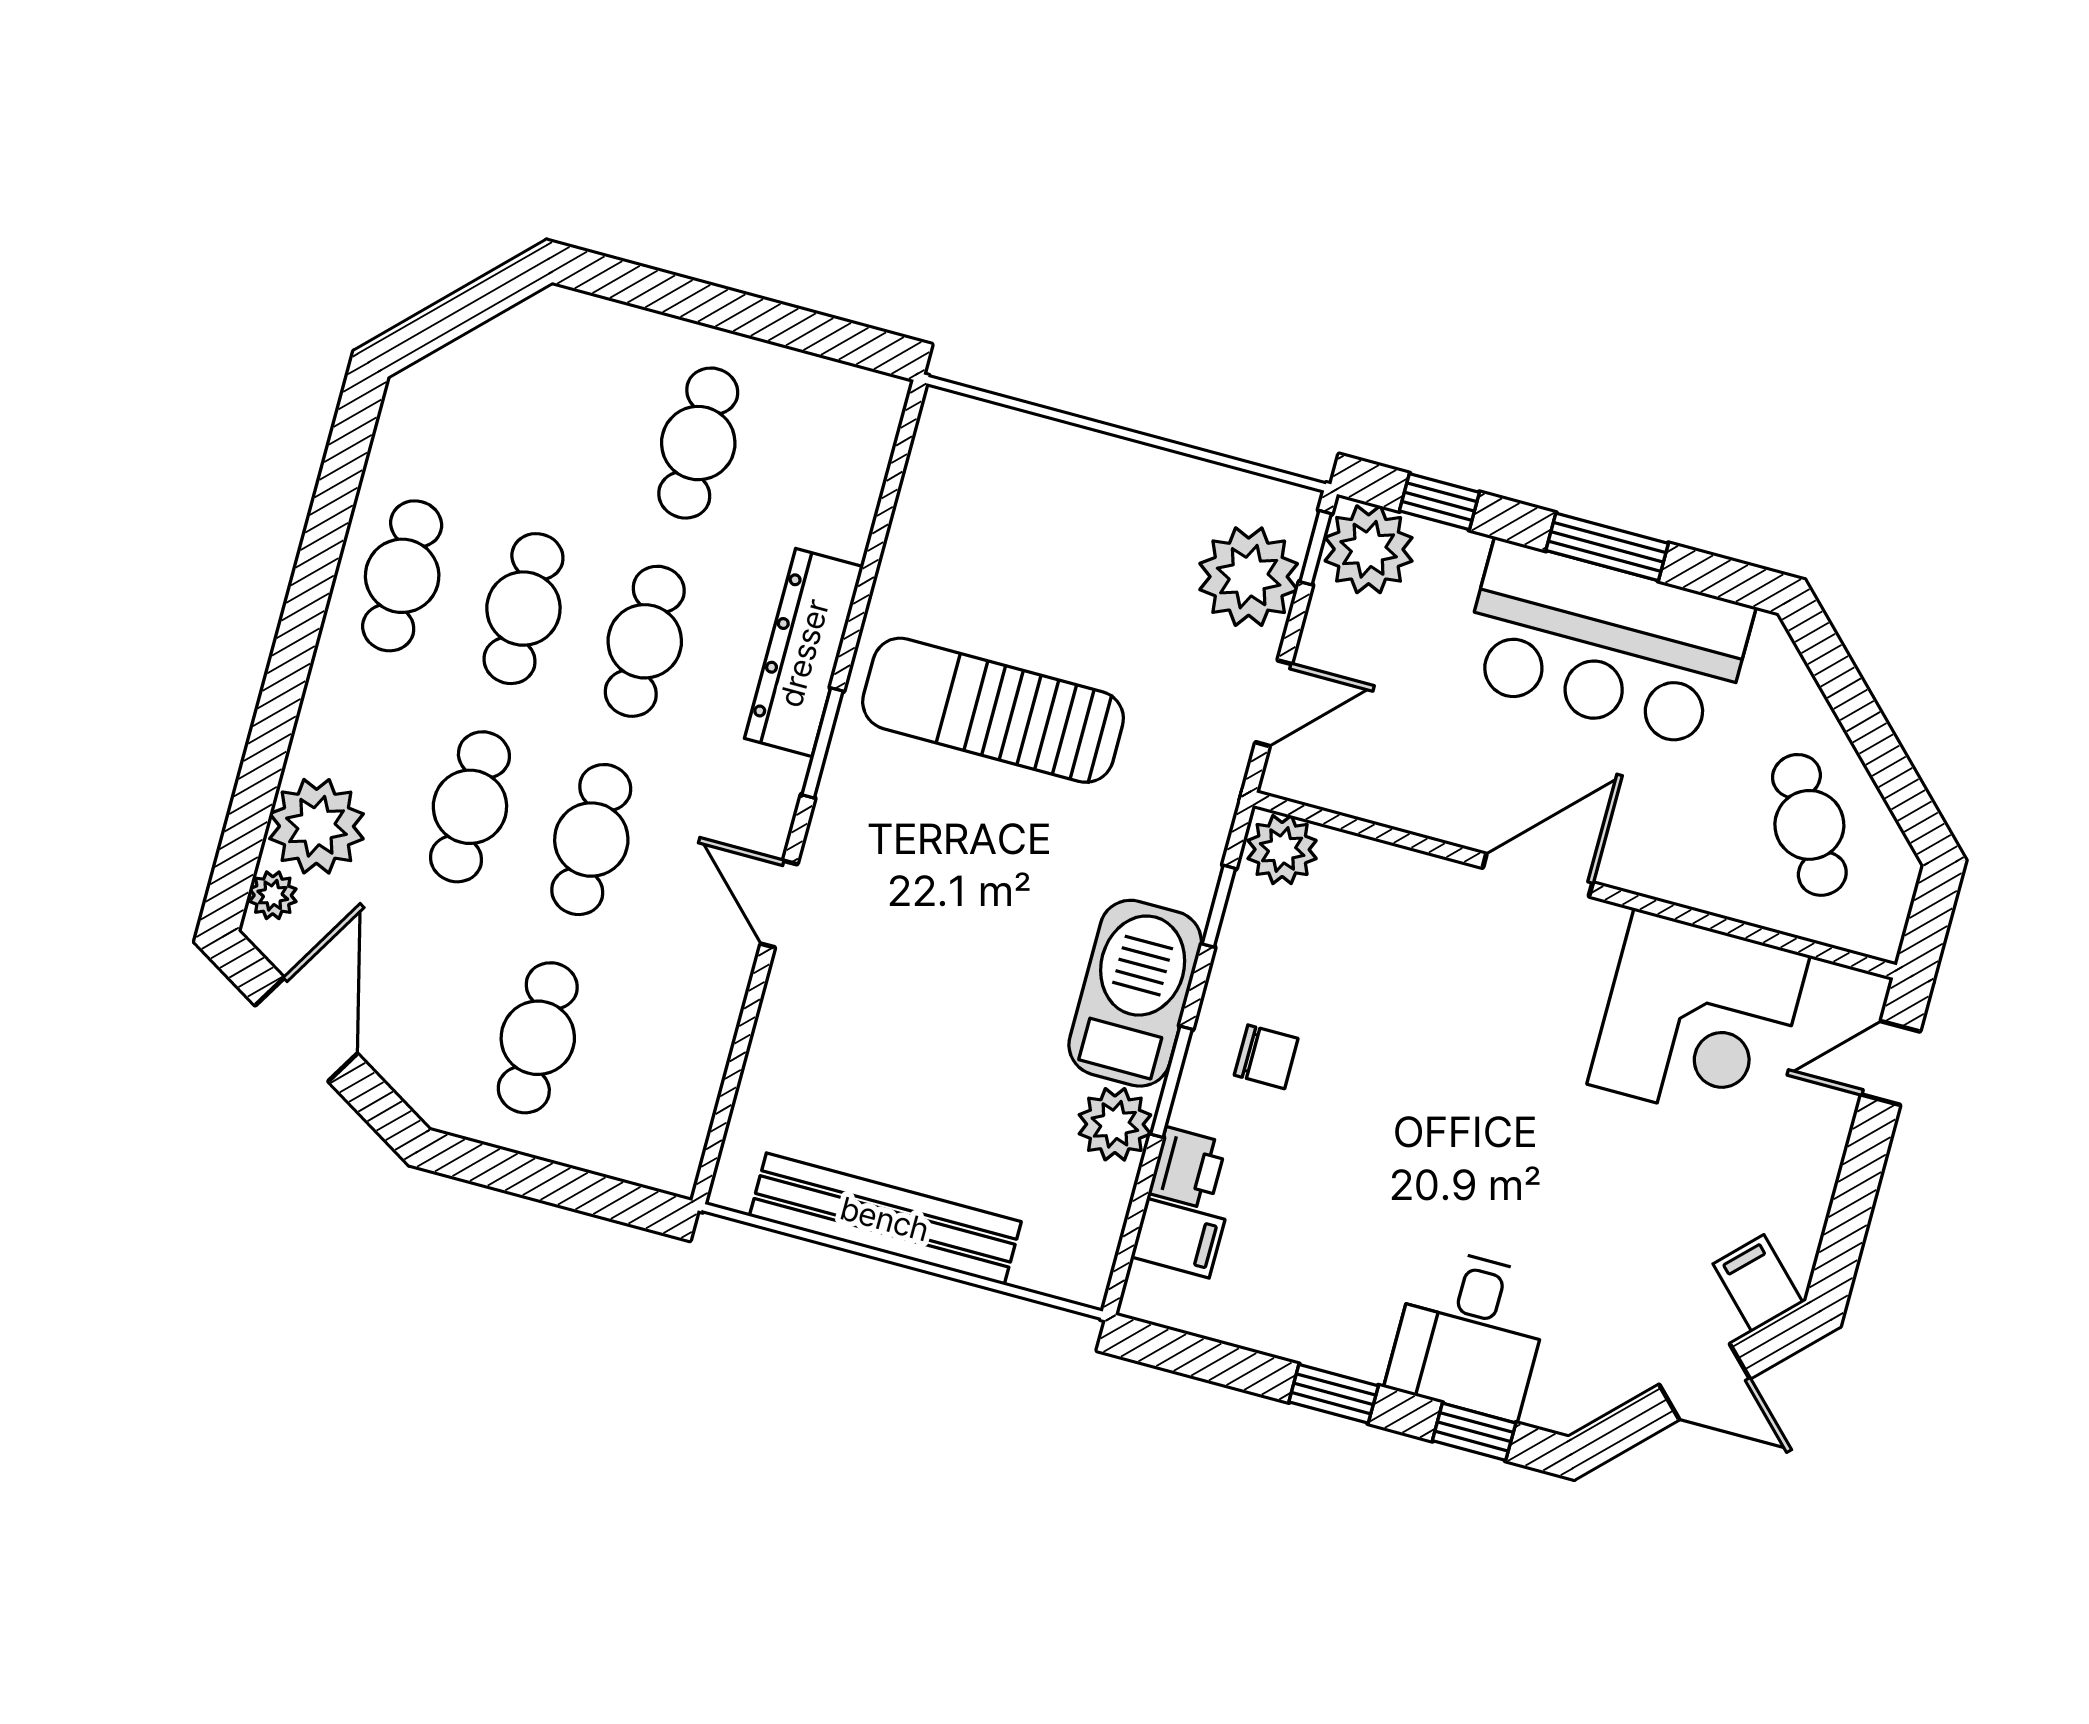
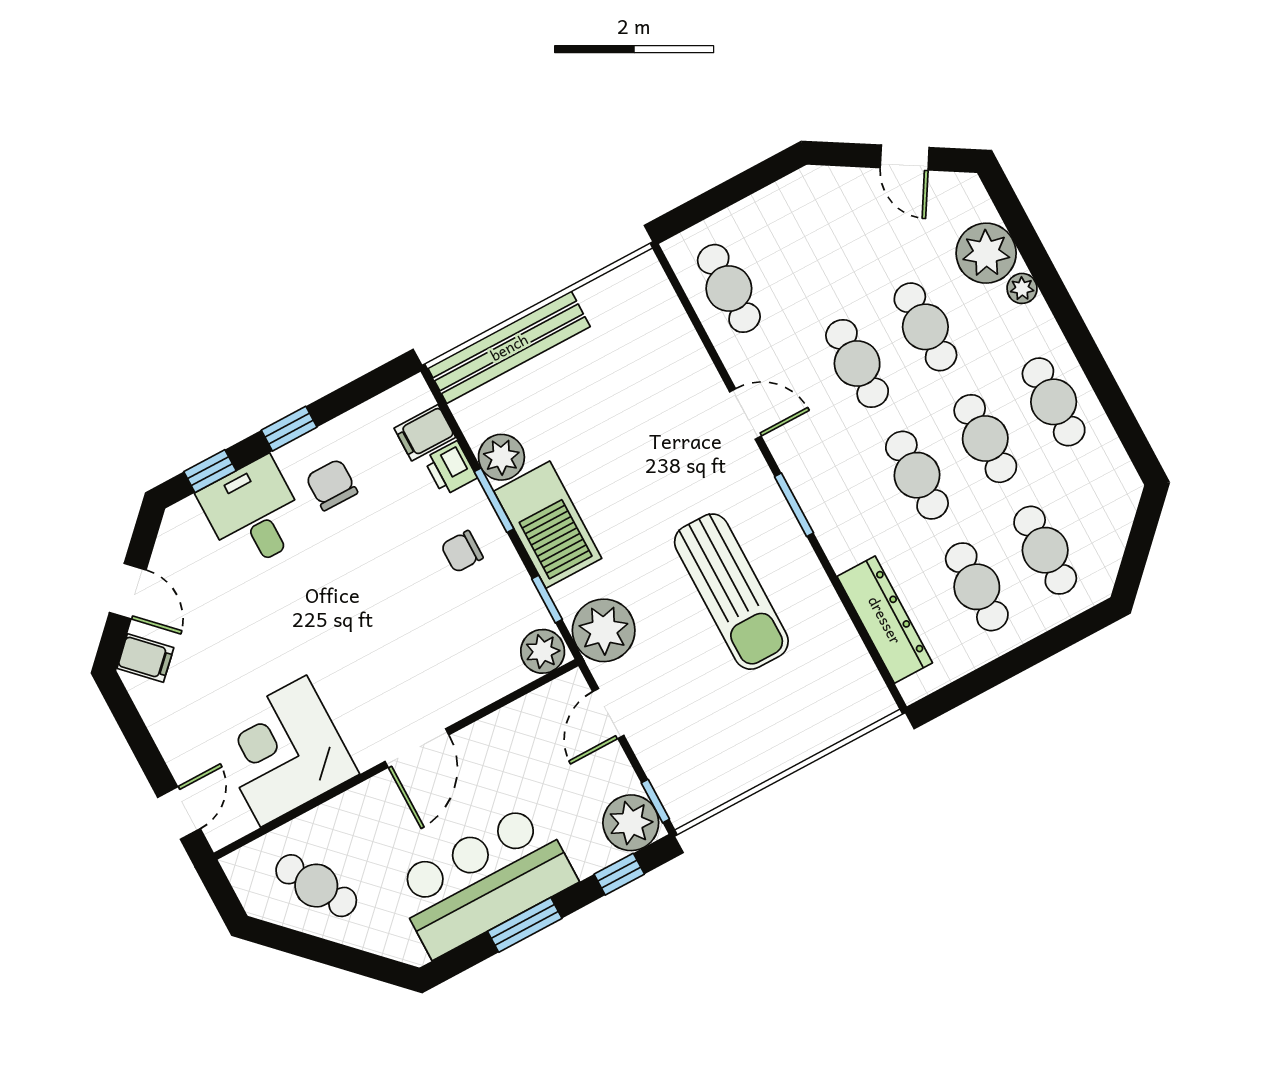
cafe table: (577, 410) -> (1045, 550), added
plant: (1249, 577) -> (604, 630), moved
dresser: (804, 653) -> (885, 620), moved
sun lounger: (993, 710) -> (731, 592), turned 90
plant: (273, 895) -> (1022, 288), moved
door: (306, 1030) -> (905, 158), width x0.73
cafe table: (538, 1038) -> (729, 288), moved
bench: (885, 1219) -> (509, 347), moved
chair: (1346, 1280) -> (332, 485), added
door: (1705, 1382) -> (128, 591), swing flipped

